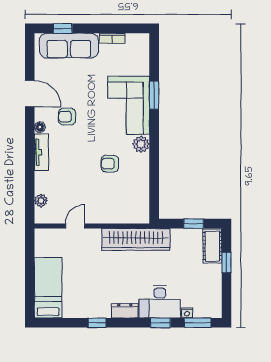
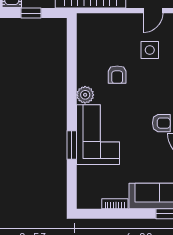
armchair: (110, 164) -> (117, 75), turned 90
side table: (78, 188) -> (150, 50), added

